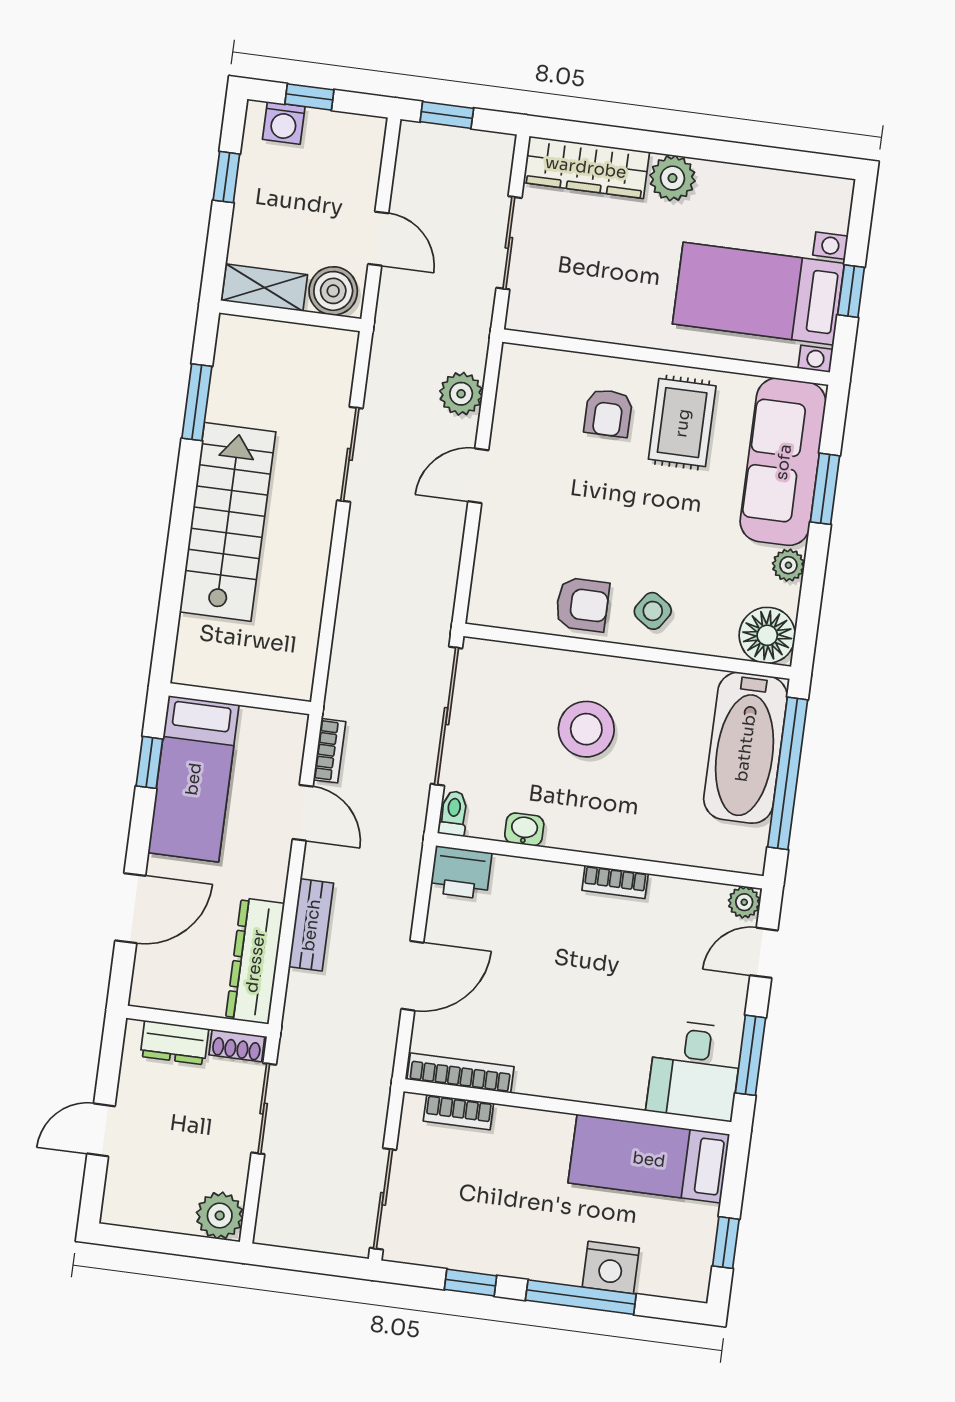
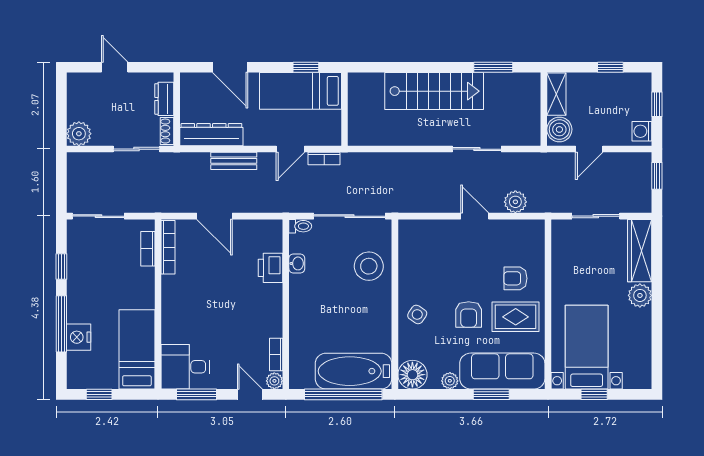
washing machine: (284, 123) -> (642, 131), moved
armchair: (582, 605) -> (469, 314), moved
stool: (586, 729) -> (369, 266), moved
printer: (461, 873) -> (271, 268), moved
bookcase: (615, 882) -> (276, 354), moved

